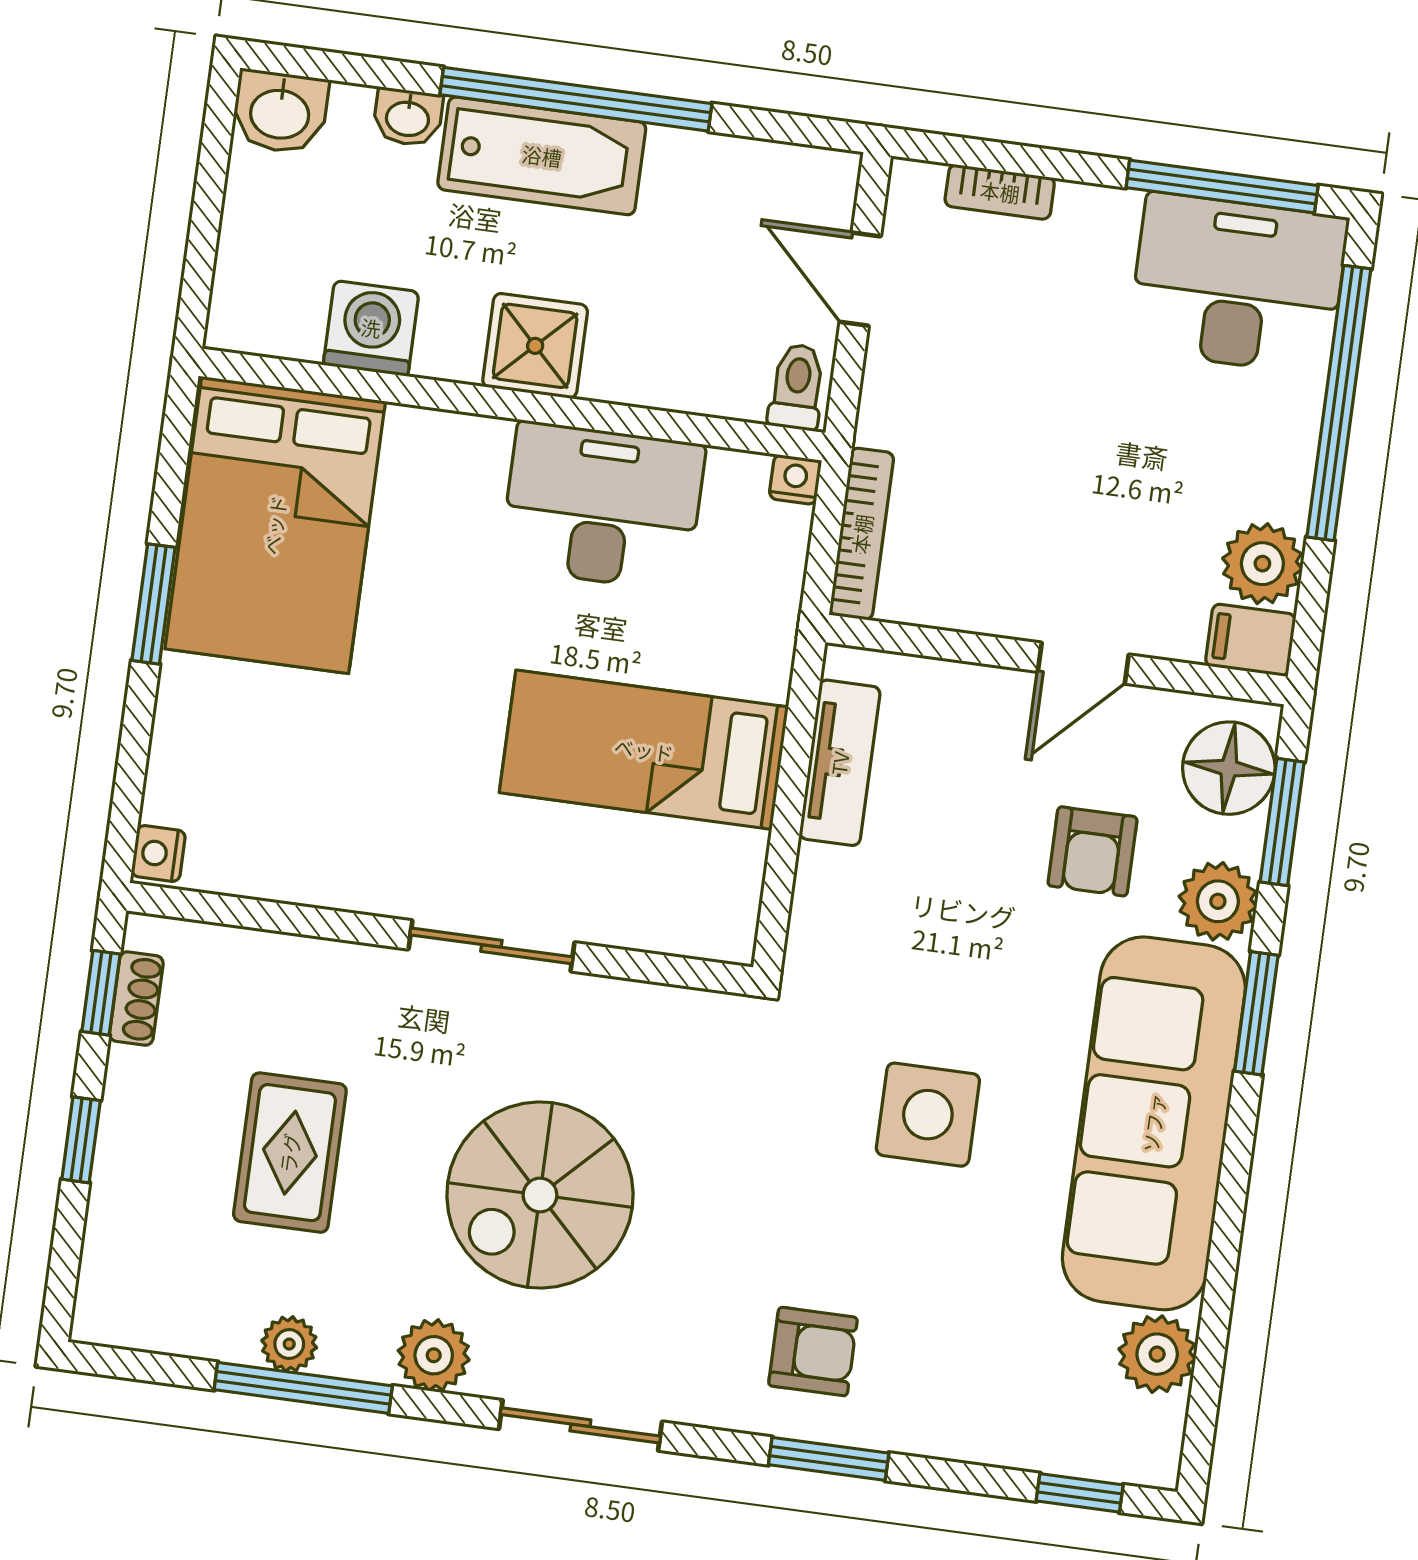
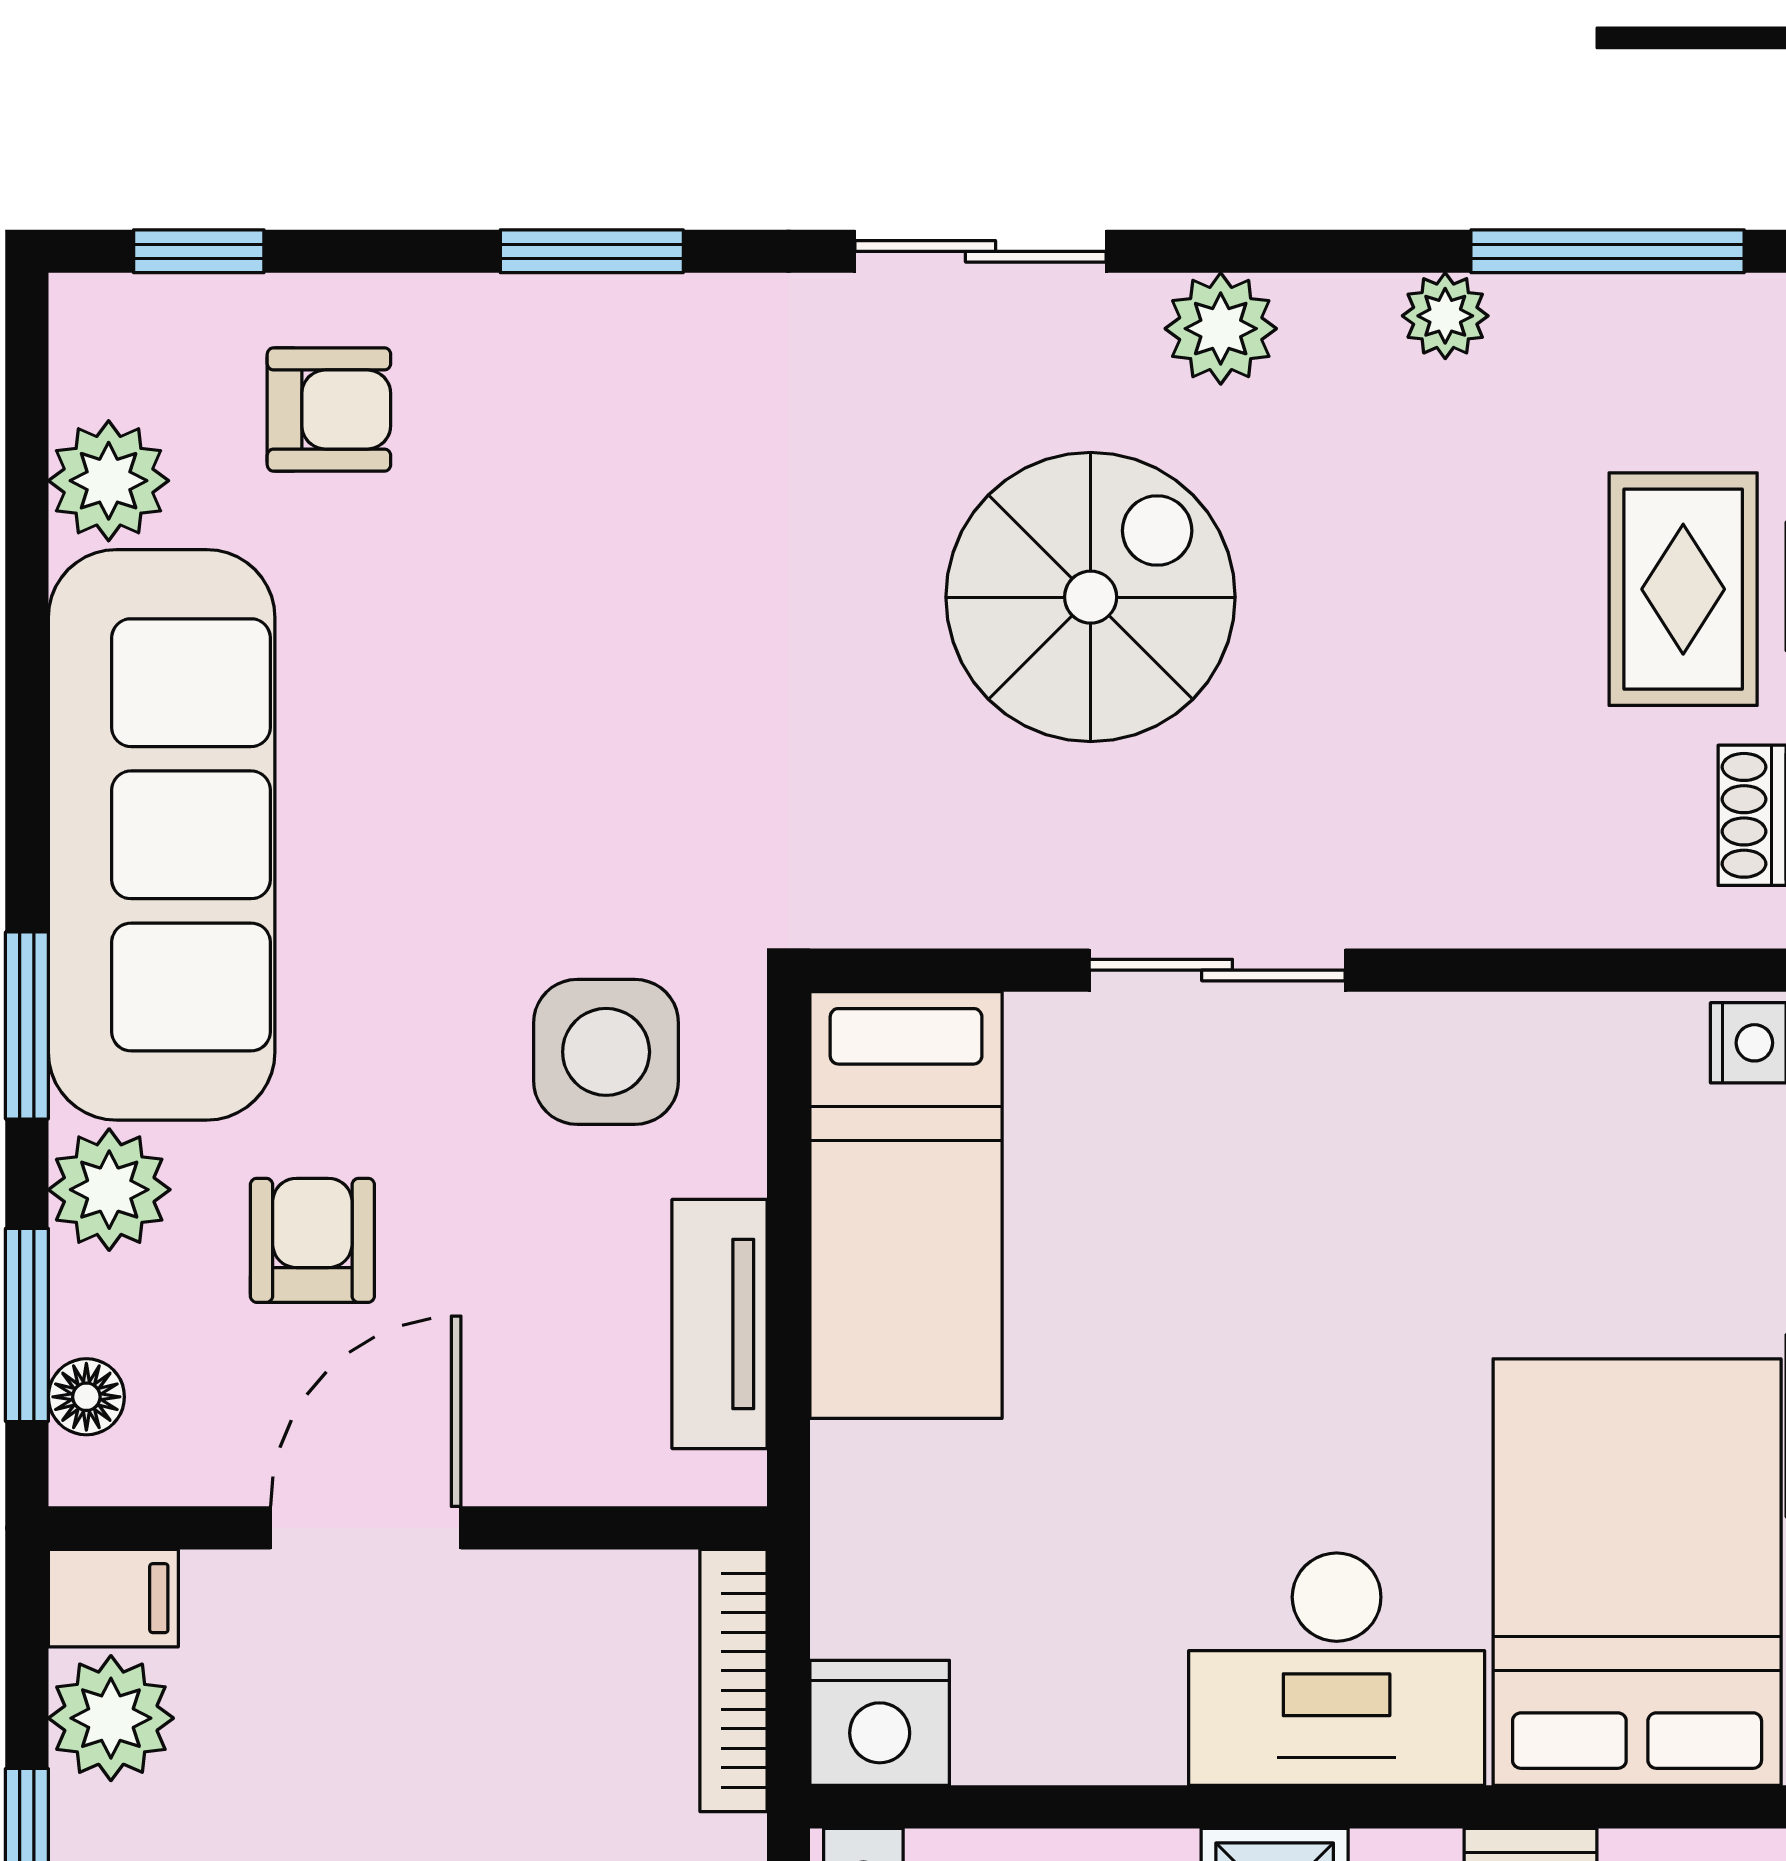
nightstand: (795, 479) -> (880, 1723), width x1.89, depth x1.79
desk: (602, 506) -> (1337, 1669), moved
door: (1083, 663) -> (366, 1528), width x1.37
bed: (644, 750) -> (906, 1205), moved, turned 90
floor lamp: (1229, 768) -> (86, 1397), width x0.53, depth x0.53
side table: (928, 1115) -> (606, 1052), moved
rug: (290, 1153) -> (1683, 589), moved
armchair: (813, 1352) -> (329, 410), moved, turned 180
window: (303, 1388) -> (1608, 251), moved

